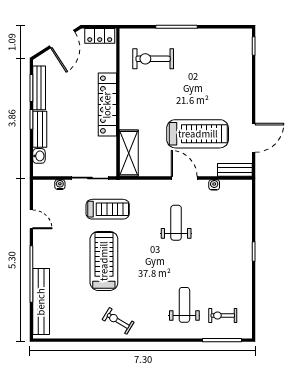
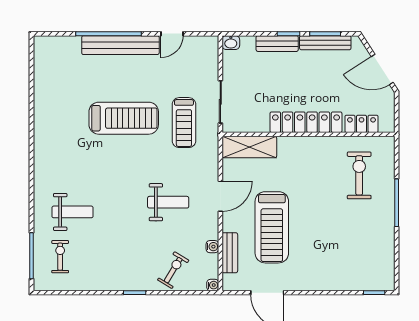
locker: (100, 36) -> (362, 124), moved, turned 90
washbasin: (39, 156) -> (231, 43), moved
bench: (235, 170) -> (230, 253), moved
door: (184, 178) -> (220, 196), moved
water cooler: (60, 185) -> (213, 285), moved
bench: (41, 302) -> (120, 45), moved
exercise bike: (118, 321) -> (173, 270), moved

